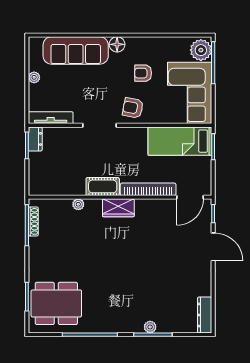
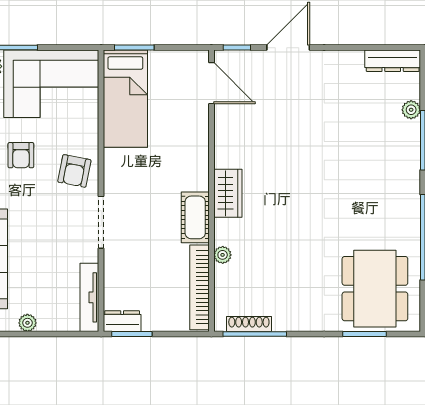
bookcase: (148, 189) -> (199, 287), moved
plant: (150, 327) -> (411, 110), moved

